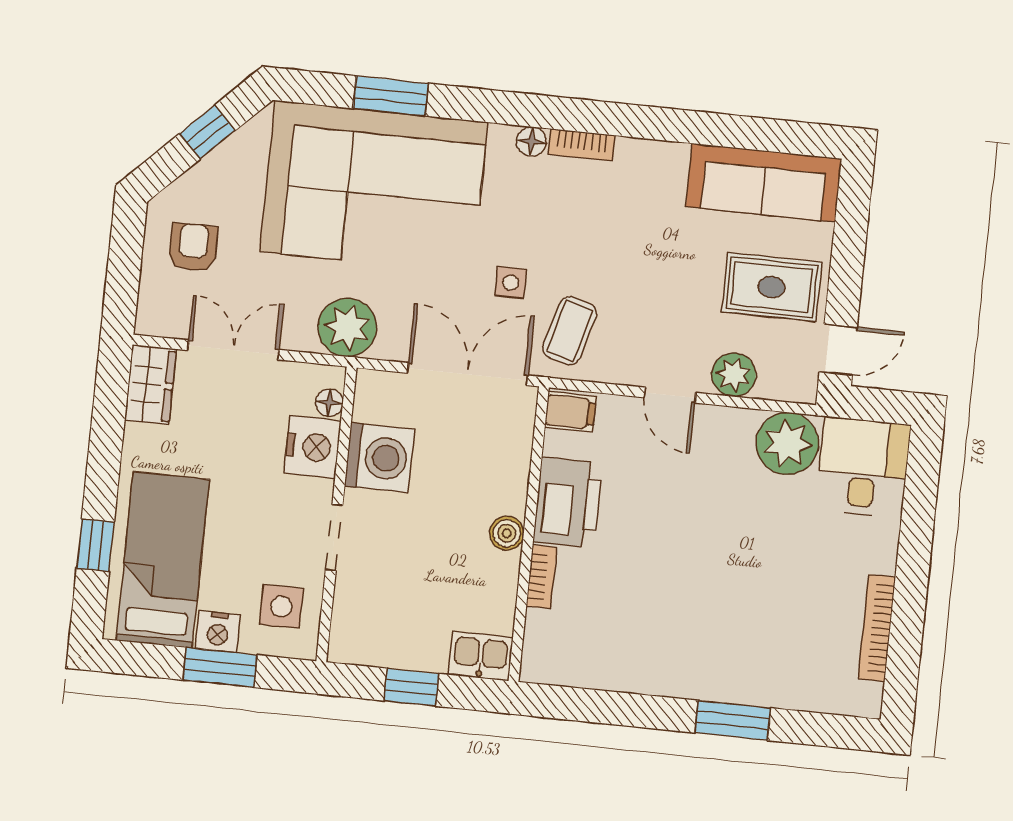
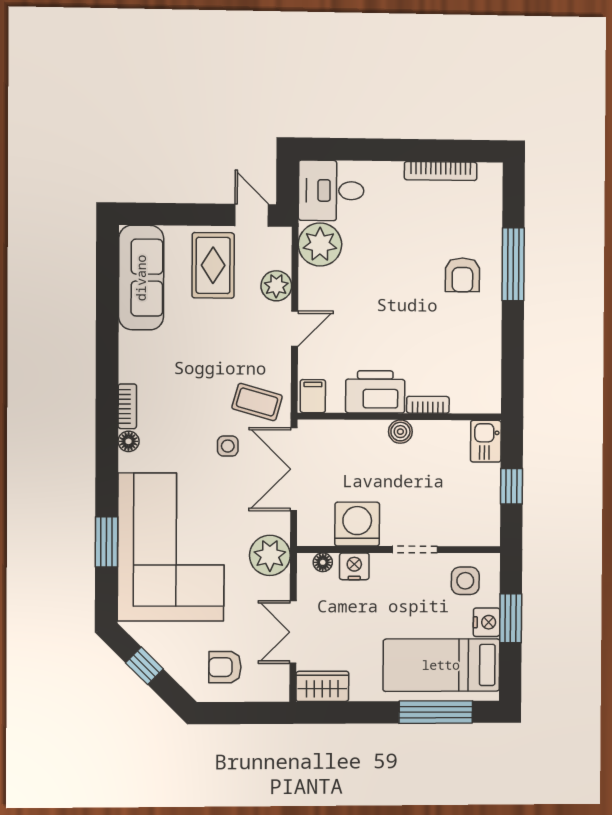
nightstand: (313, 447) -> (354, 566), width x0.74, depth x0.75
window: (95, 545) -> (436, 712), width x2.17
armchair: (724, 645) -> (462, 275), added
window: (733, 720) -> (513, 264), width x1.44

